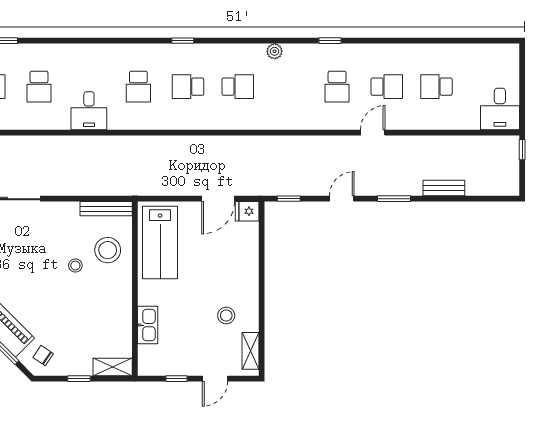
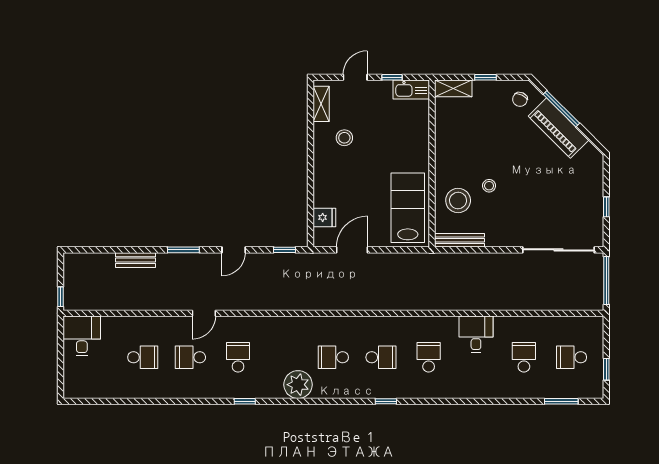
plant: (275, 51) -> (298, 385), width x1.88, depth x1.88
fridge: (247, 211) -> (324, 217), moved
kitchen sink: (148, 325) -> (411, 90), moved, turned -90
chair: (43, 356) -> (520, 99), turned 82

